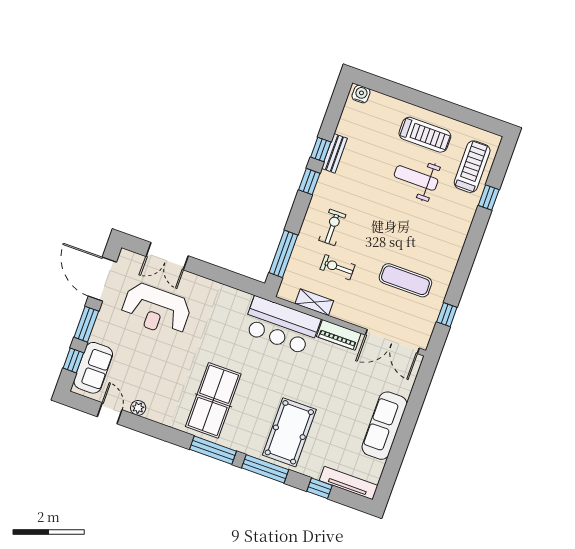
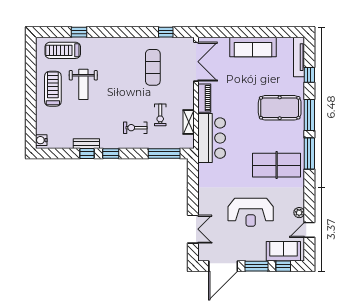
reception desk: (156, 310) -> (251, 212), moved, turned 90

